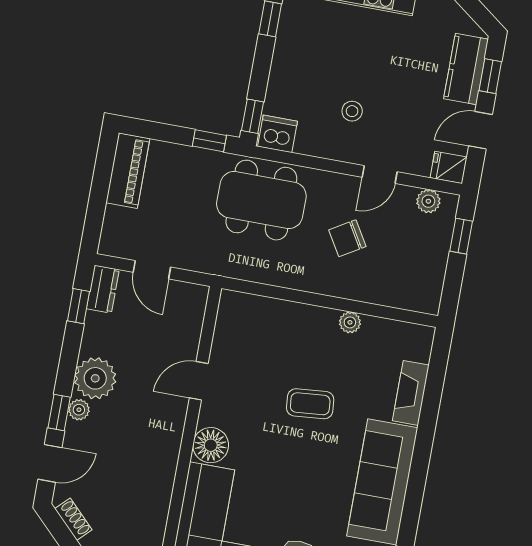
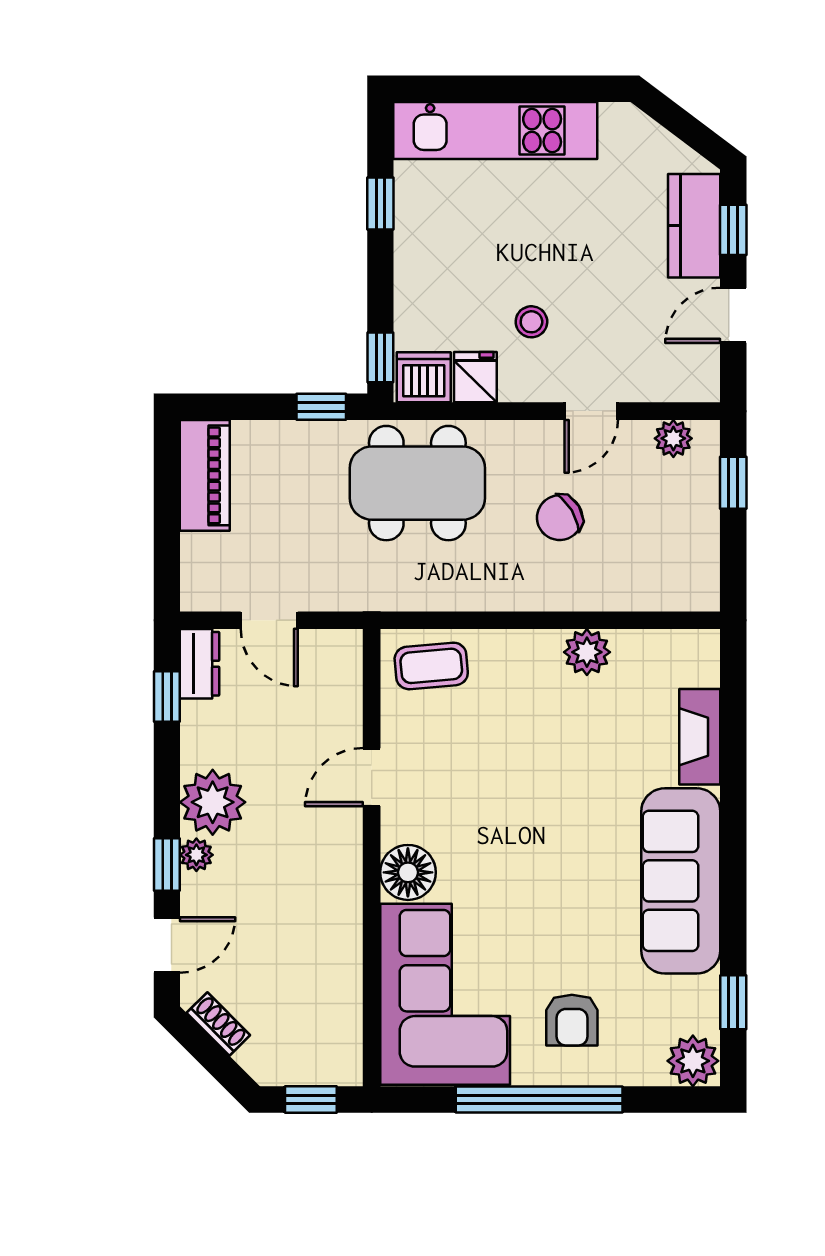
fridge: (449, 167) -> (475, 377), moved, turned 90
plant: (350, 322) -> (587, 652), width x1.38, depth x1.38
coffee table: (310, 404) -> (431, 666), moved

